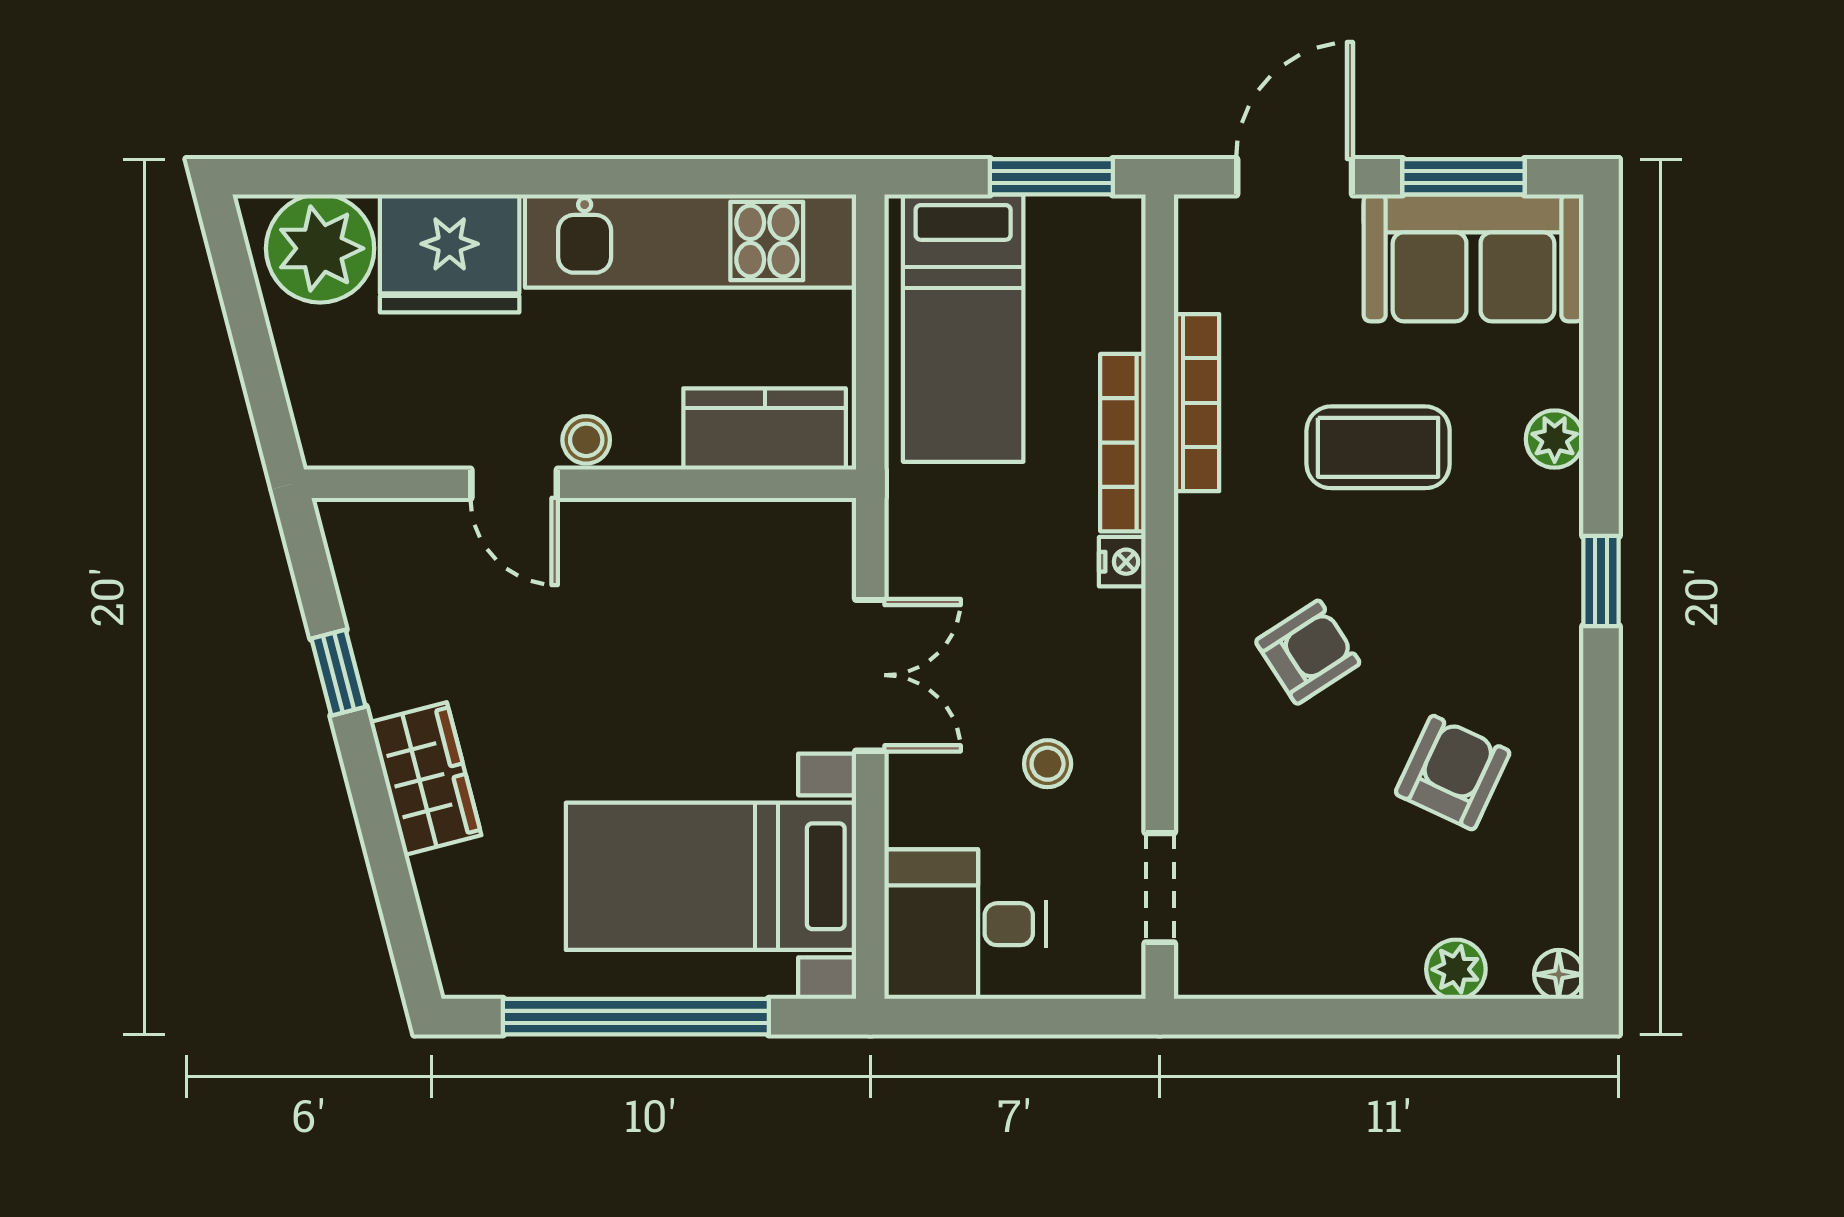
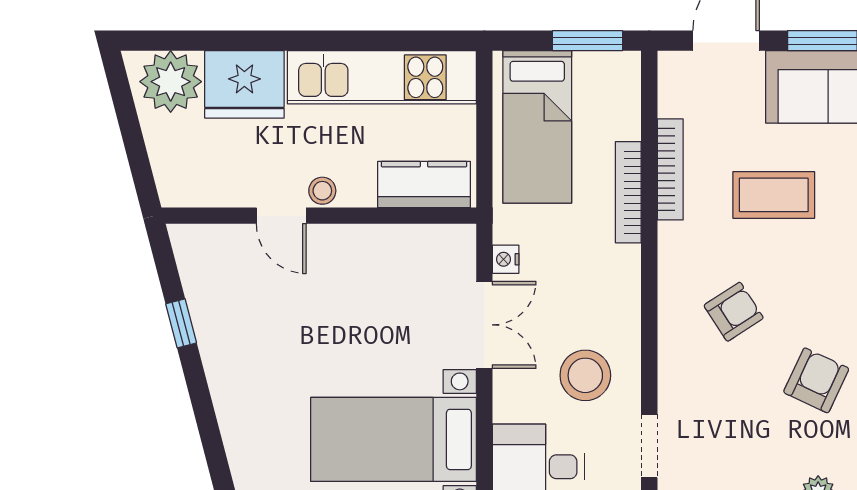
nightstand: (1122, 562) -> (506, 259), moved, turned 180
stool: (1048, 764) -> (585, 375), width x1.89, depth x1.89
wardrobe: (426, 779) -> (231, 384), removed

